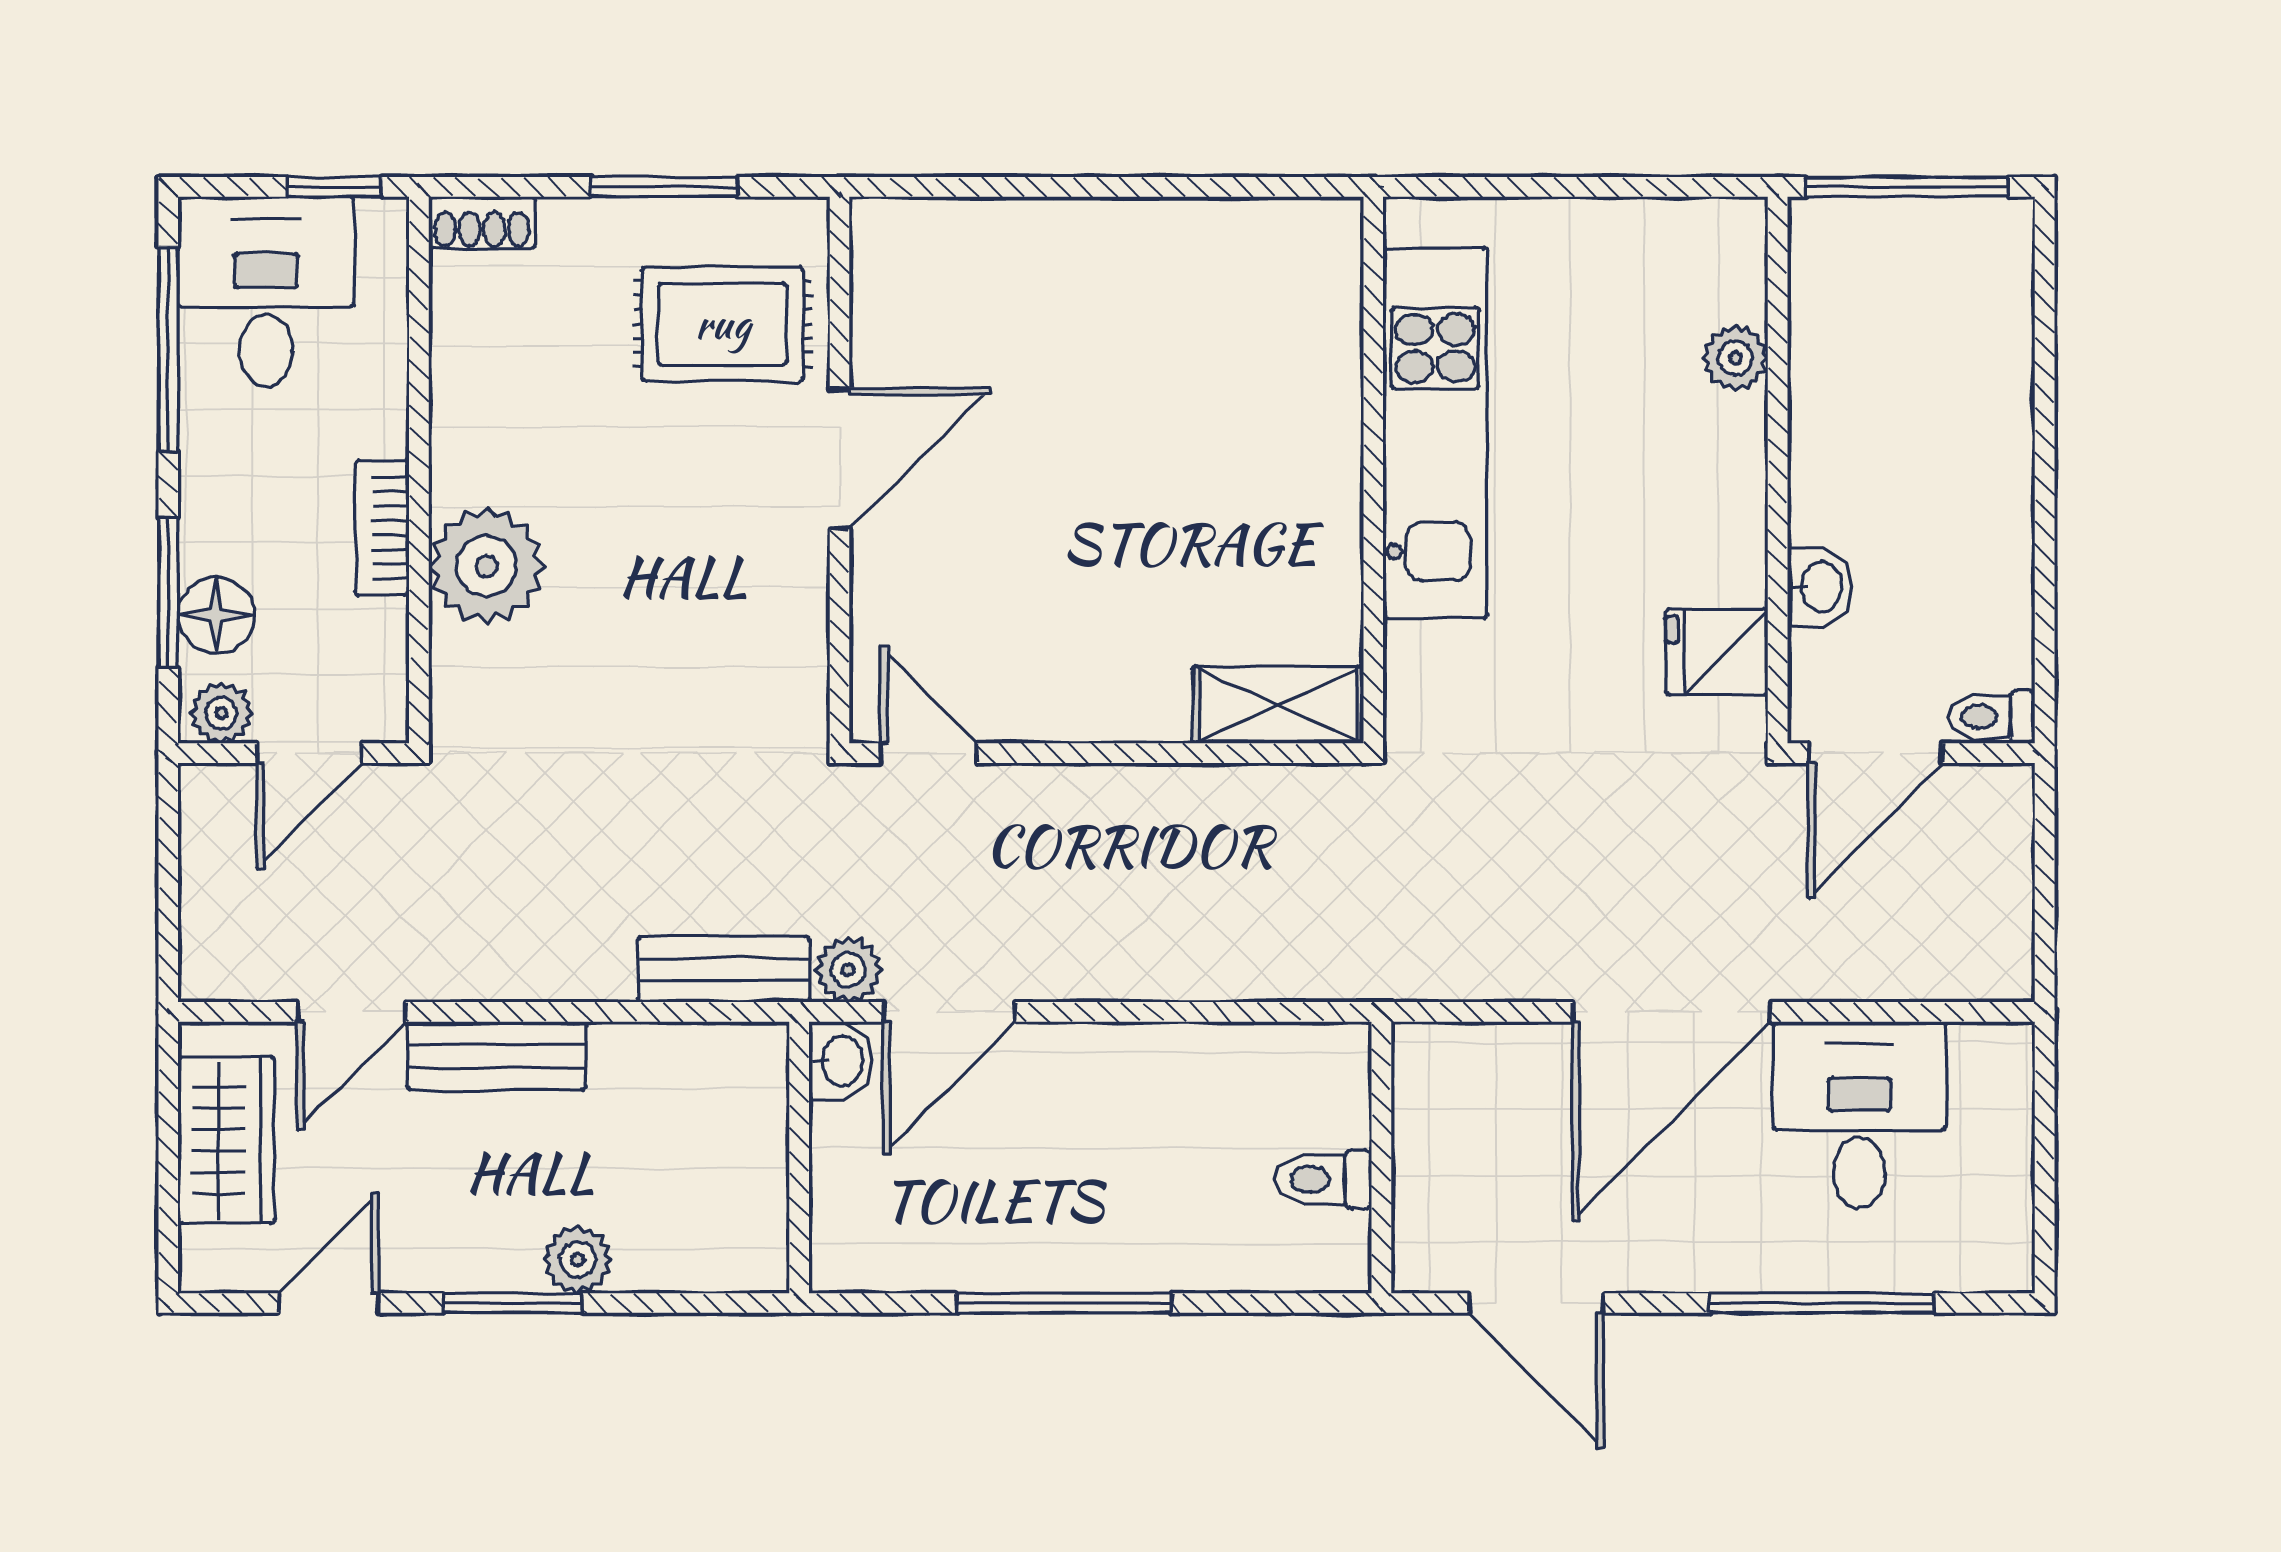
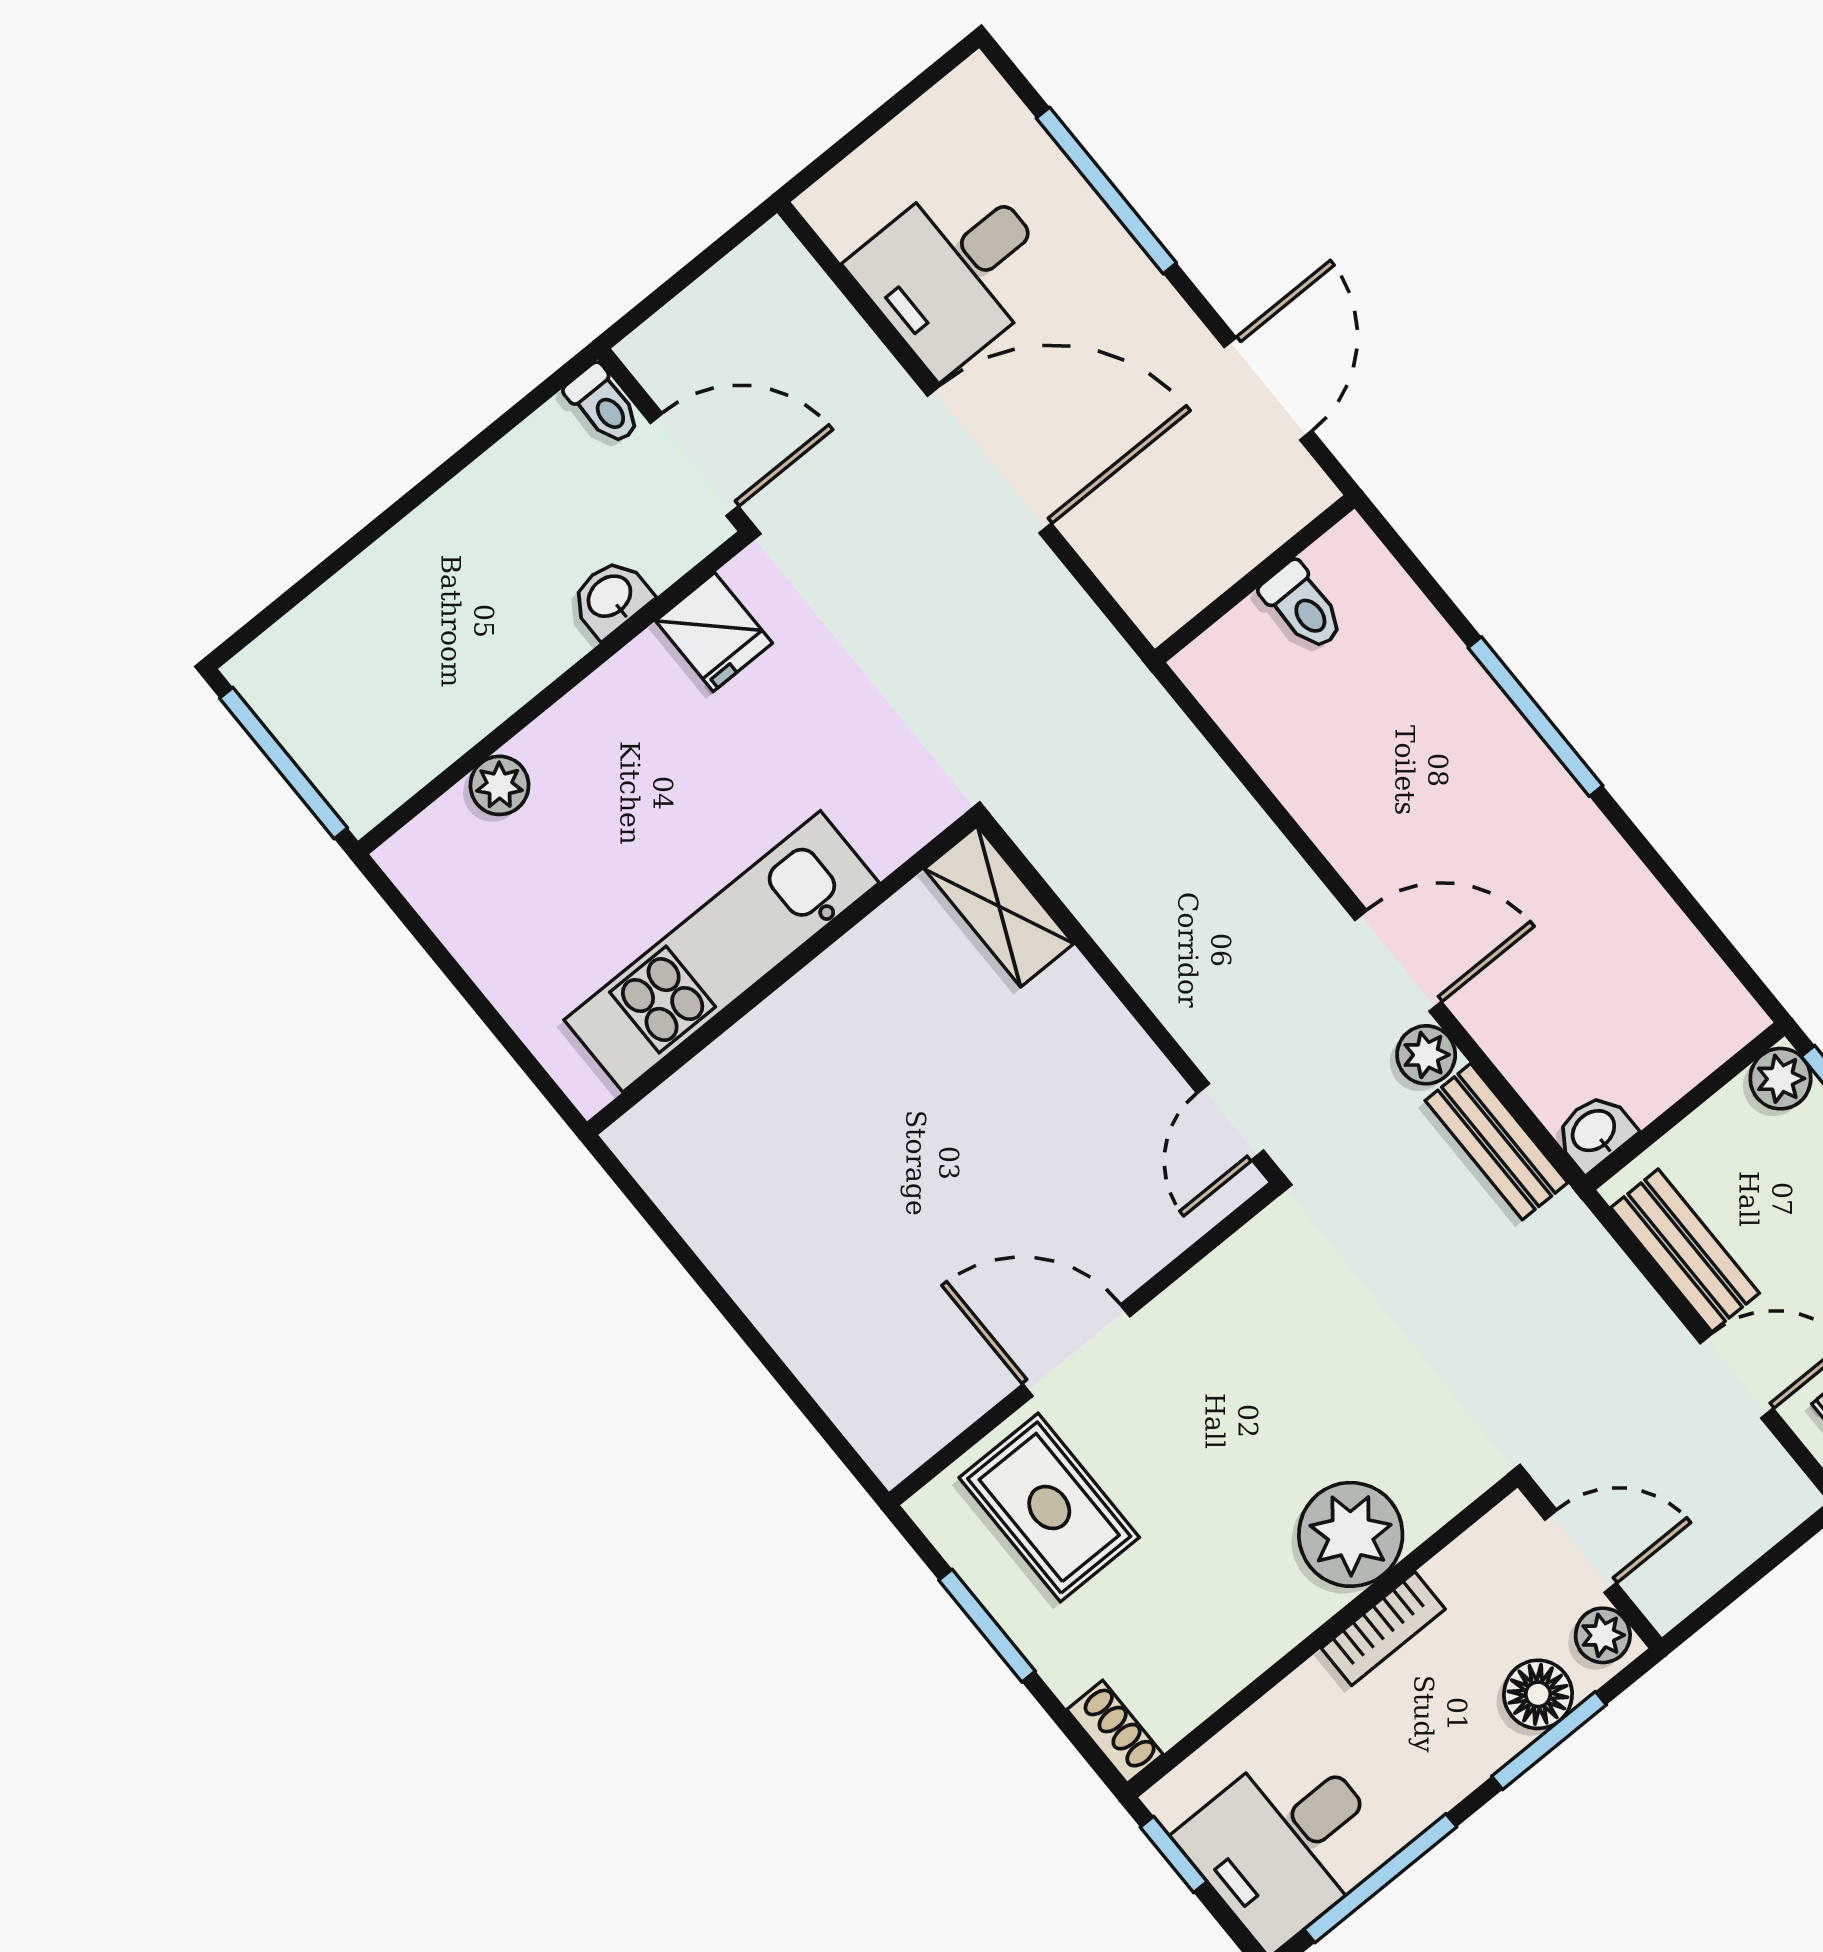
washbasin: (841, 1061) -> (1595, 1132), moved
wall: (799, 1157) -> (1685, 1106), moved

